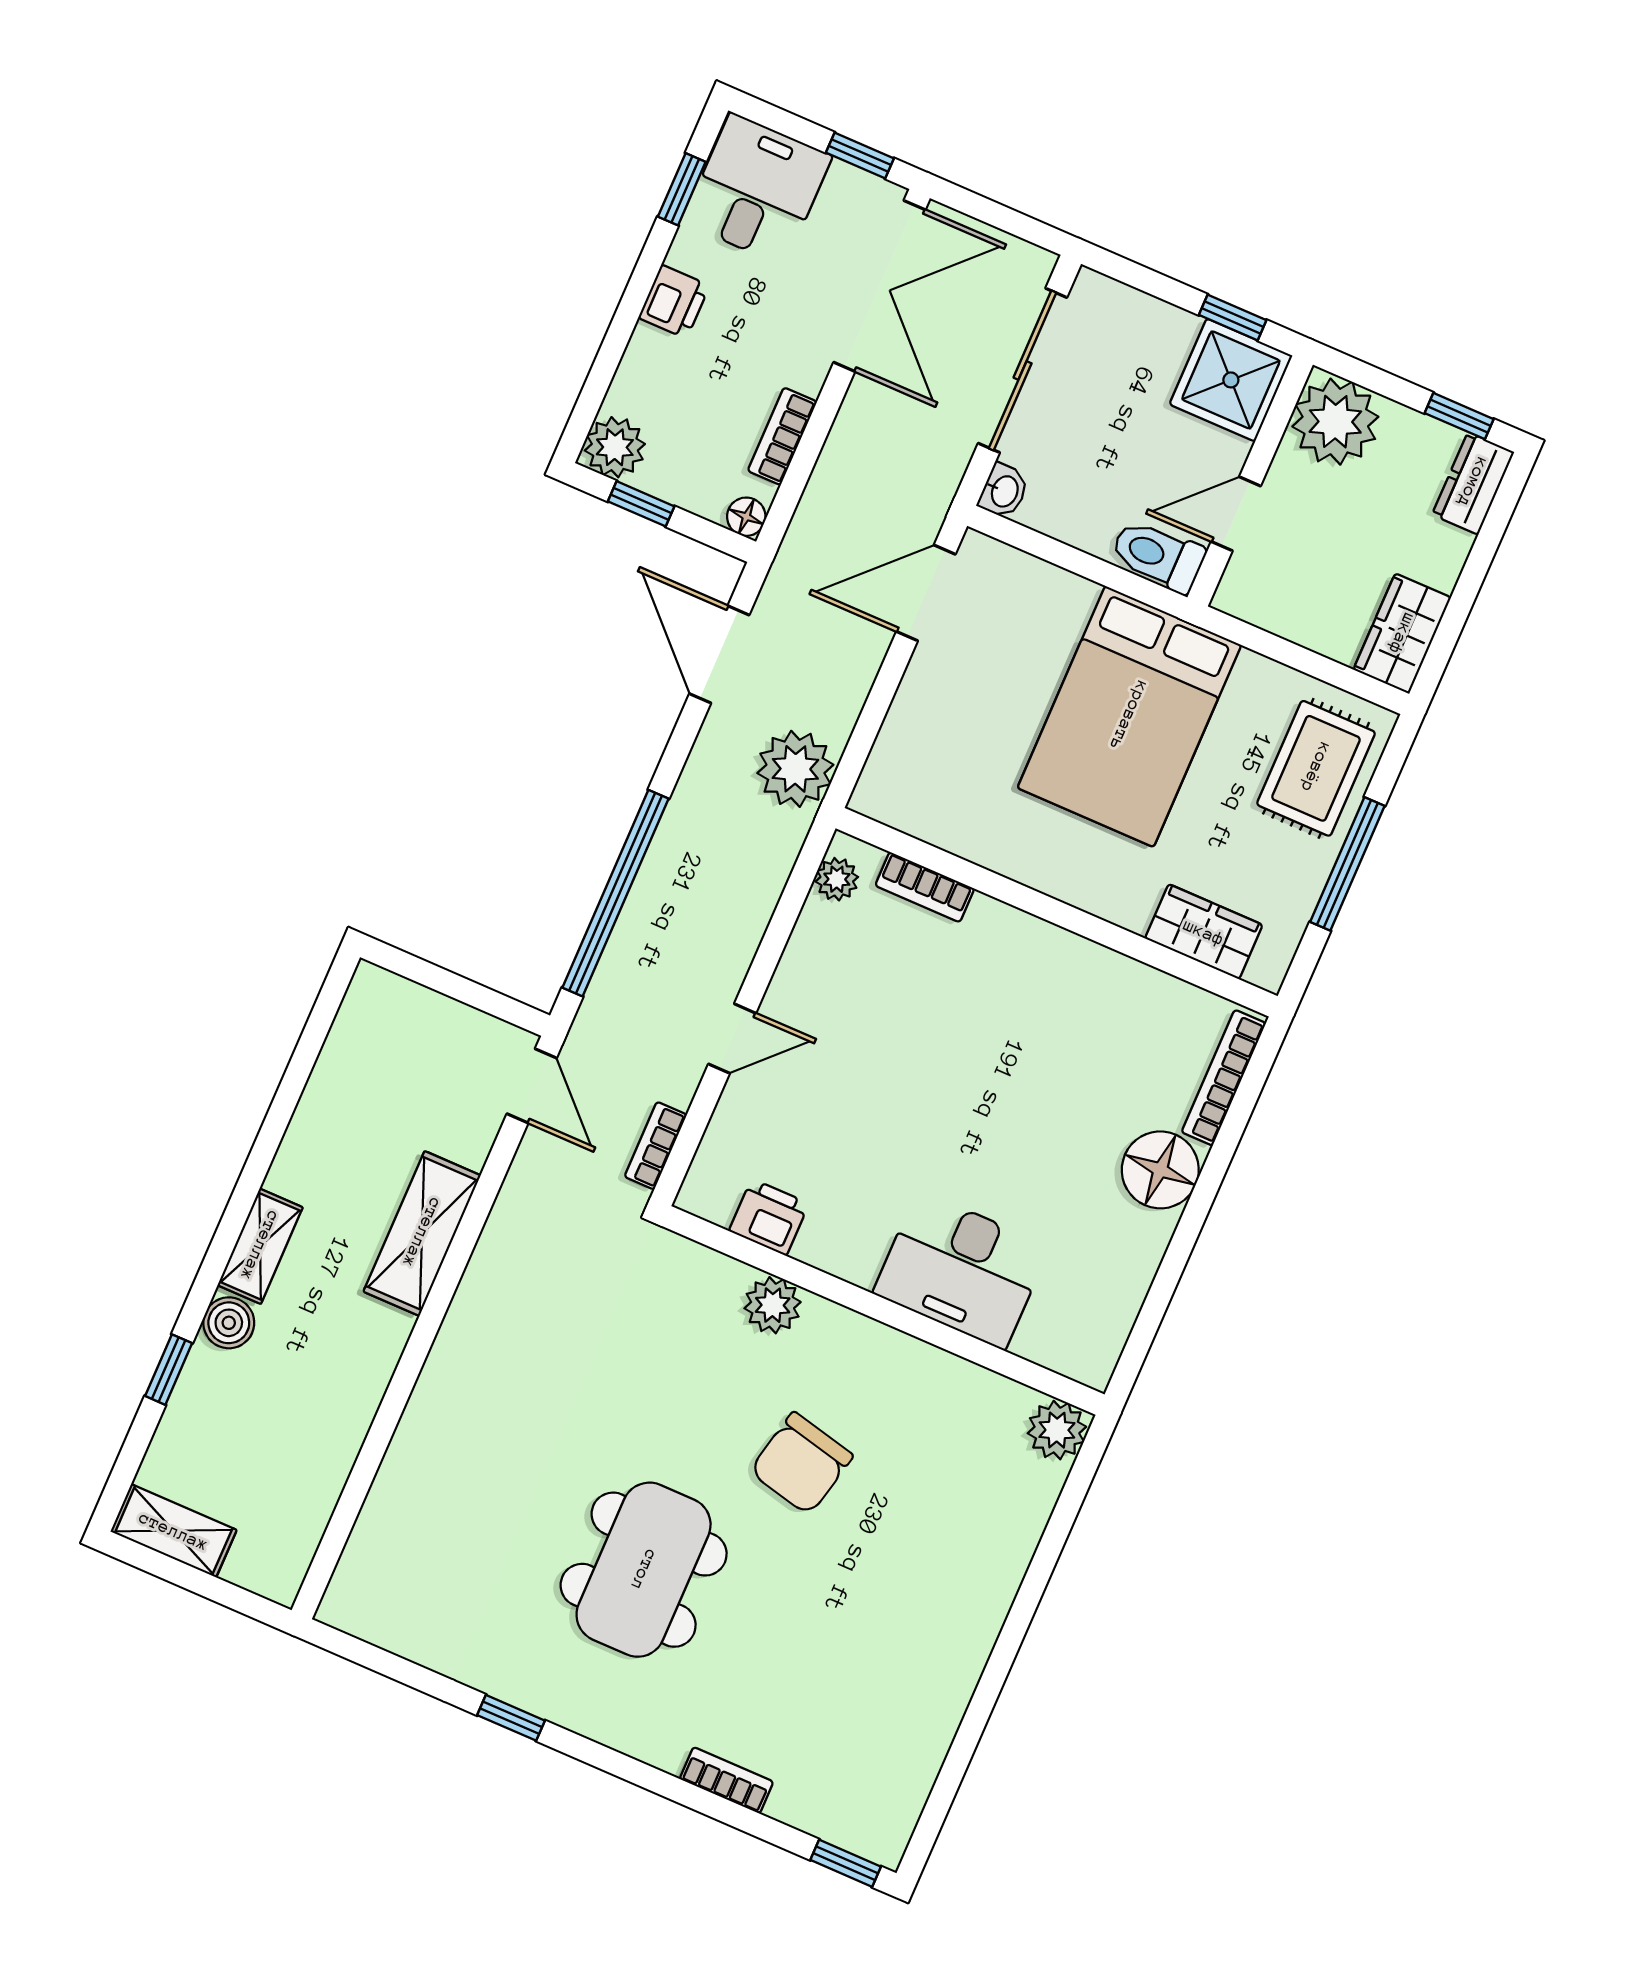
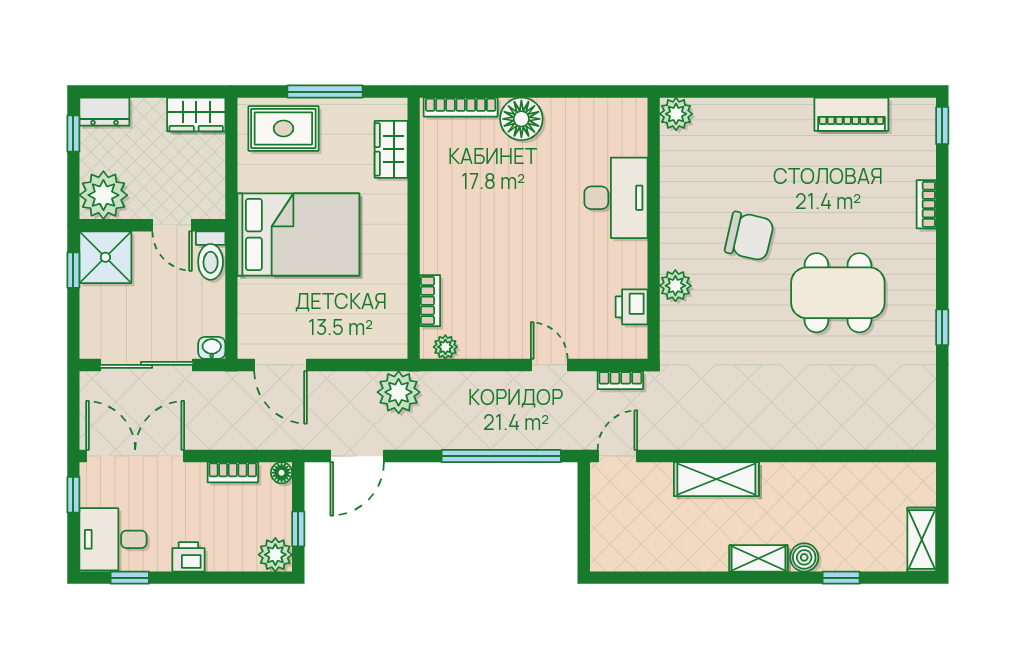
piano: (930, 1721) -> (851, 114), added

